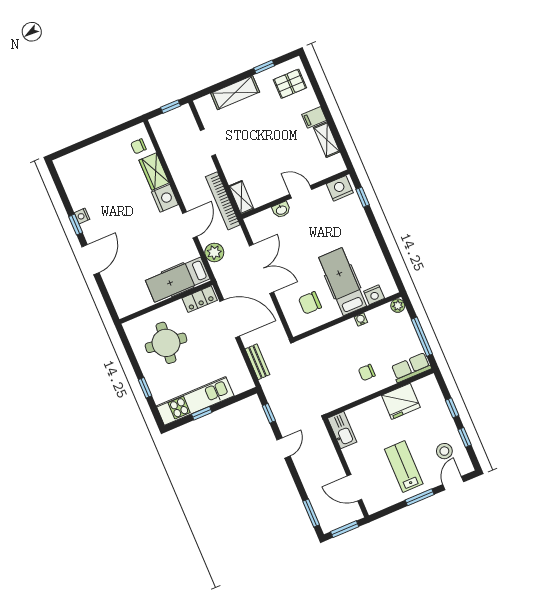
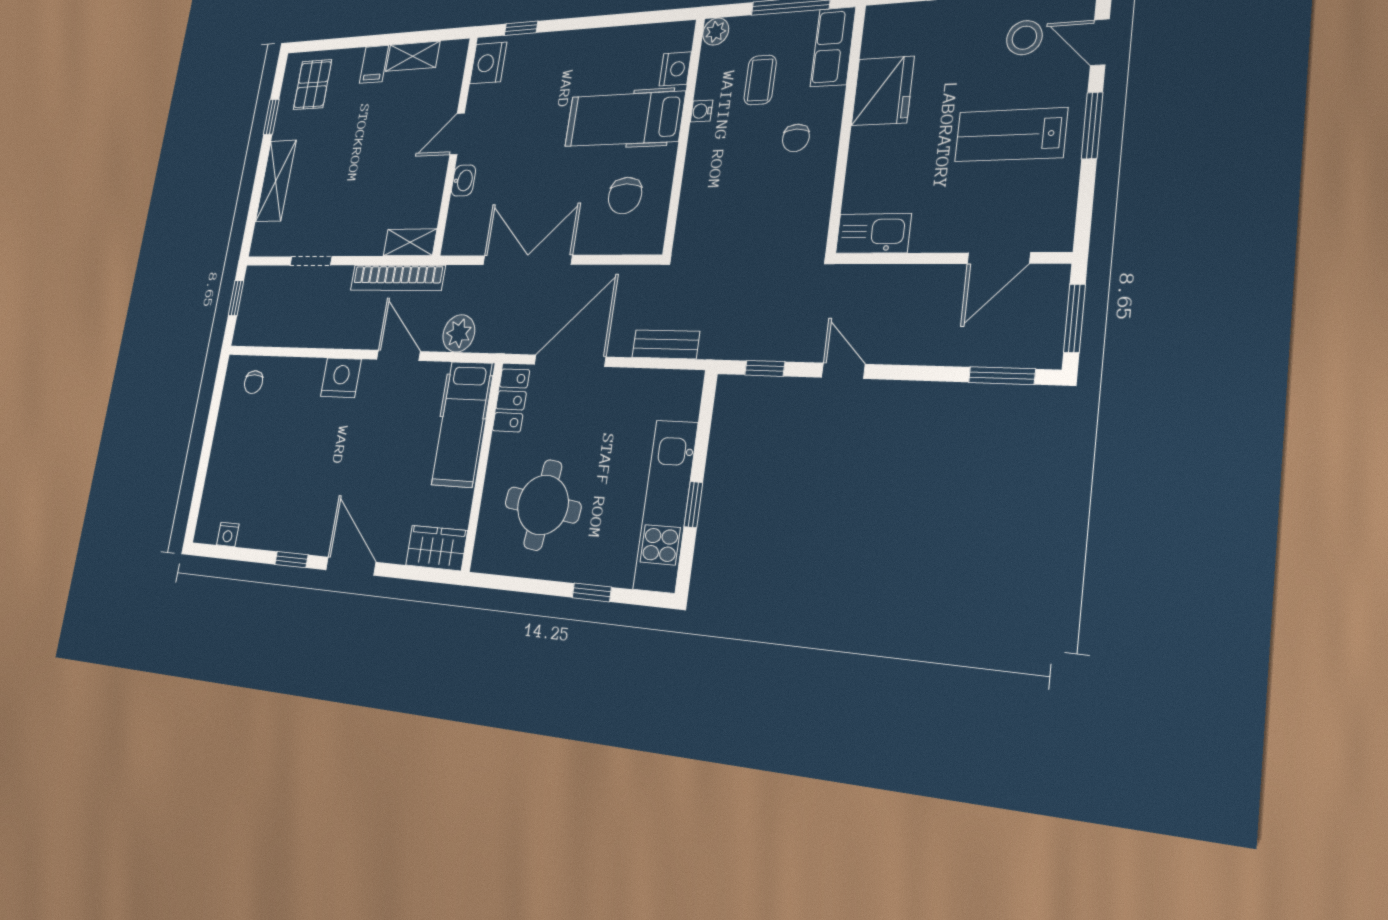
wardrobe: (154, 172) -> (437, 548), moved, turned 180
nightstand: (82, 216) -> (228, 534), moved
coffee table: (385, 341) -> (760, 80), added

